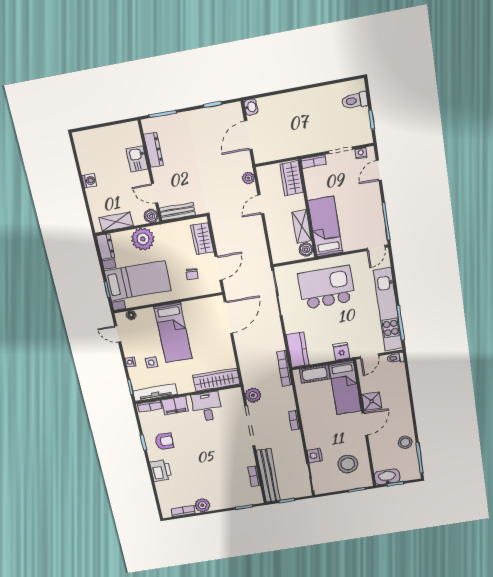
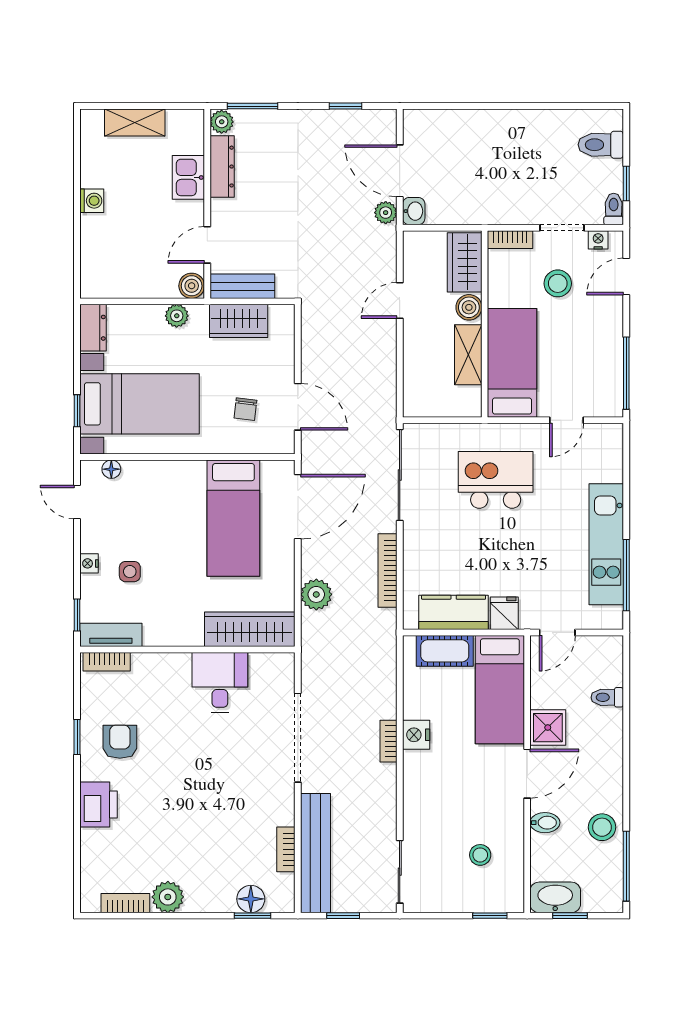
washbasin: (251, 107) -> (414, 211), moved
plant: (148, 126) -> (222, 122), added
door: (248, 135) -> (400, 171), hinge flipped
toilet: (367, 135) -> (614, 209), added
plant: (248, 178) -> (386, 213), moved
stool: (343, 181) -> (558, 283), added
door: (155, 193) -> (207, 245), hinge flipped
shelving: (116, 222) -> (135, 122), moved
plant: (143, 239) -> (177, 316), width x0.53, depth x0.53
wardrobe: (202, 239) -> (239, 321), moved, turned -90
door: (376, 248) -> (566, 420), moved
boiler: (306, 249) -> (469, 307), moved
door: (219, 268) -> (298, 407), hinge flipped
kitchen island: (326, 287) -> (496, 480), width x0.73, depth x0.78
kitchen unit: (388, 309) -> (606, 544), width x0.73
bed: (173, 333) -> (233, 518), moved
kitchen counter: (298, 350) -> (454, 612), moved, turned -90
toilet: (396, 358) -> (607, 697), moved
bookcase: (284, 368) -> (387, 571), moved
tv unit: (155, 393) -> (111, 635), width x0.71
plant: (253, 395) -> (316, 594), moved
filing cabinet: (175, 405) -> (157, 669), removed
armchair: (164, 441) -> (120, 742), turned -90
bidet: (377, 445) -> (545, 823), added
nightstand: (314, 456) -> (416, 735), moved
stool: (348, 464) -> (480, 855), width x0.53, depth x0.53
floor lamp: (242, 500) -> (251, 899), added

